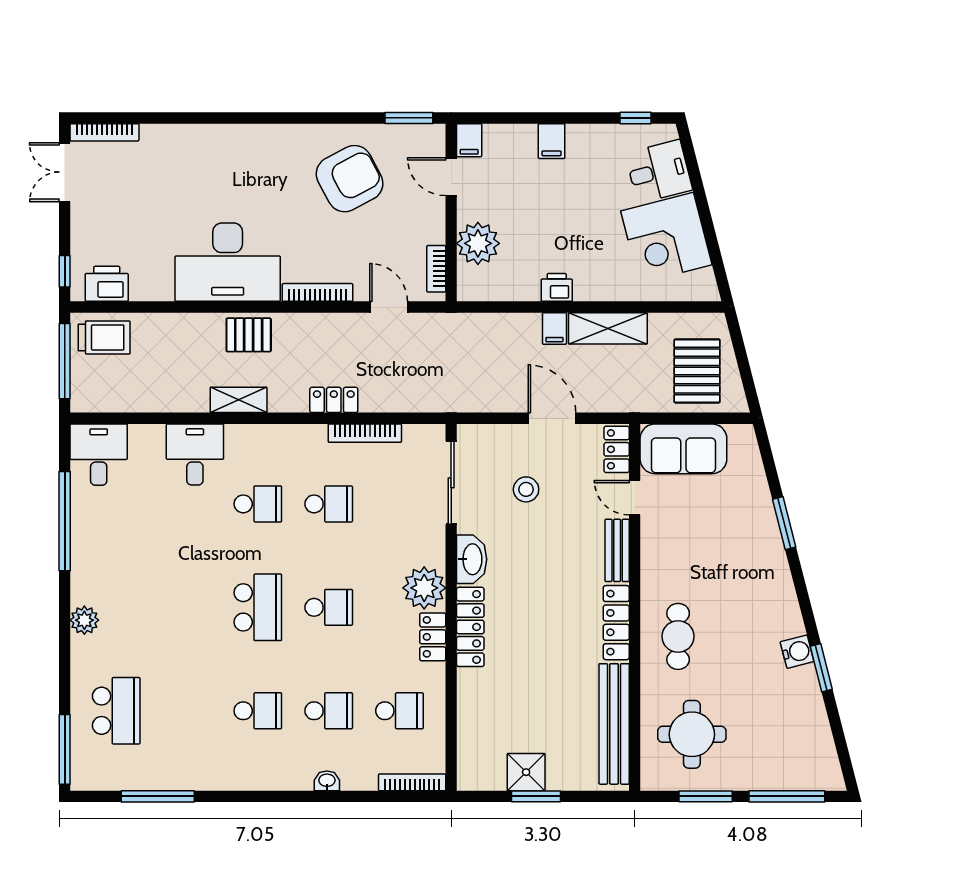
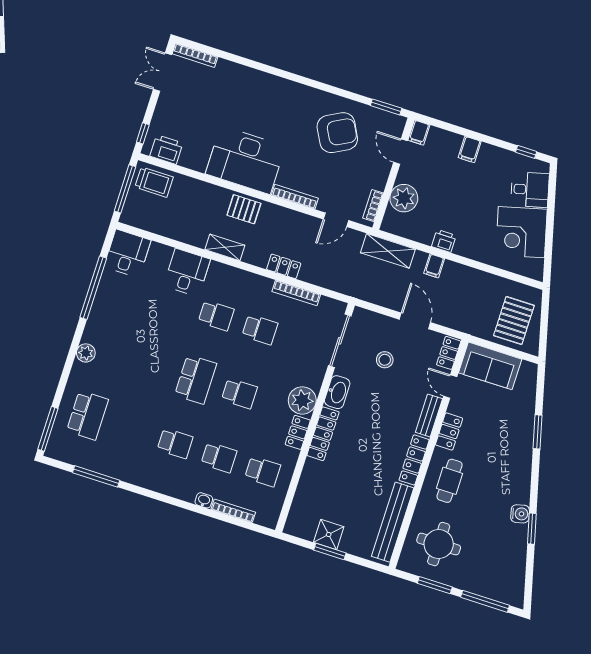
door: (389, 307) -> (336, 220), swing flipped
shelving: (608, 328) -> (388, 251), moved
locker: (654, 564) -> (449, 432), added
bookcase: (412, 782) -> (233, 511), moved

